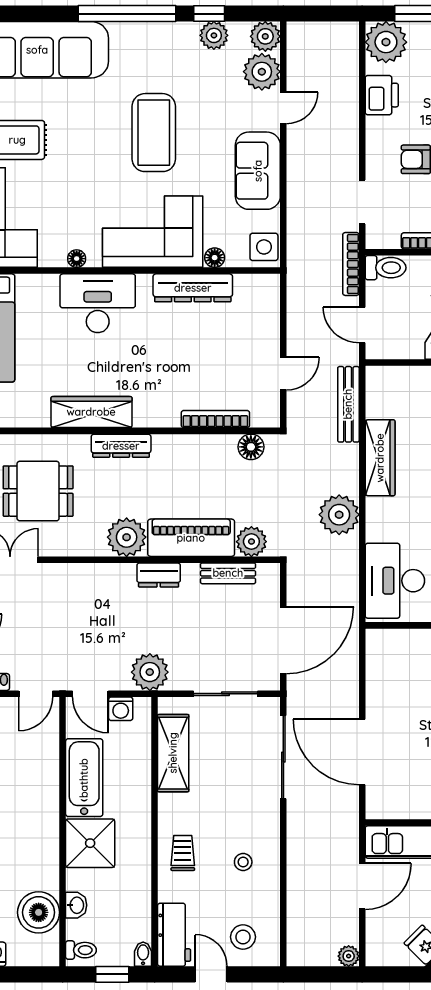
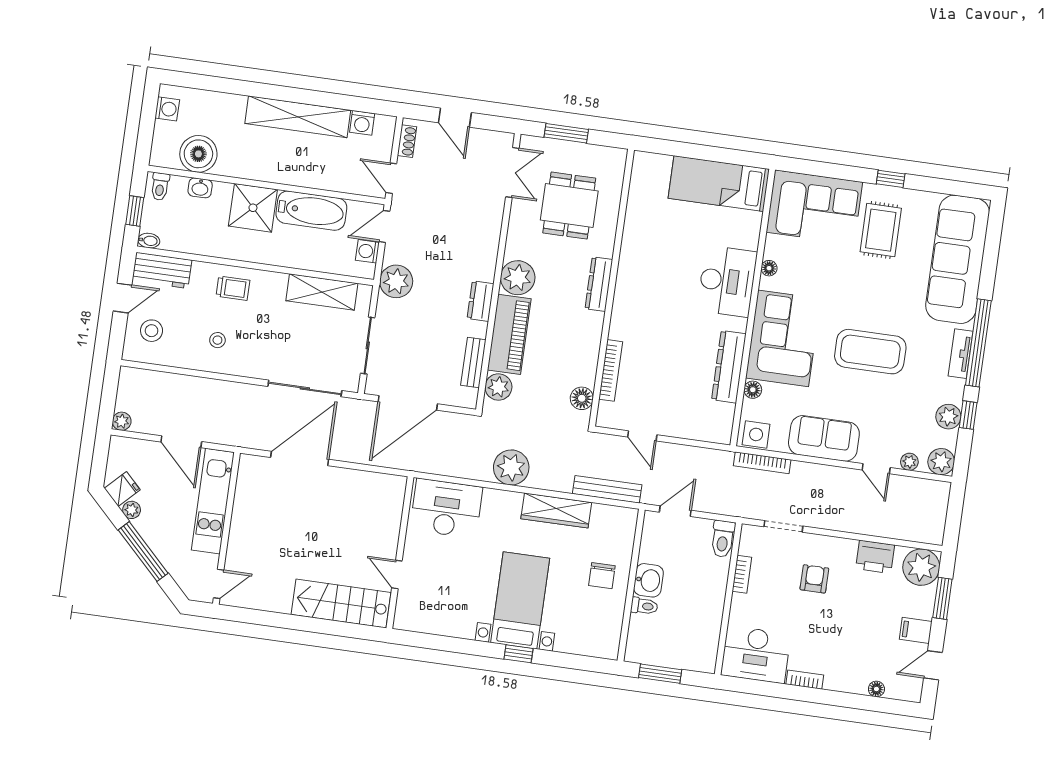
tv unit: (142, 32) -> (960, 354), added
plant: (262, 72) -> (909, 462), width x0.53, depth x0.53
bookcase: (351, 264) -> (762, 463), moved, turned 180
wardrobe: (91, 412) -> (632, 262), removed
door: (283, 640) -> (408, 403), hinge flipped

